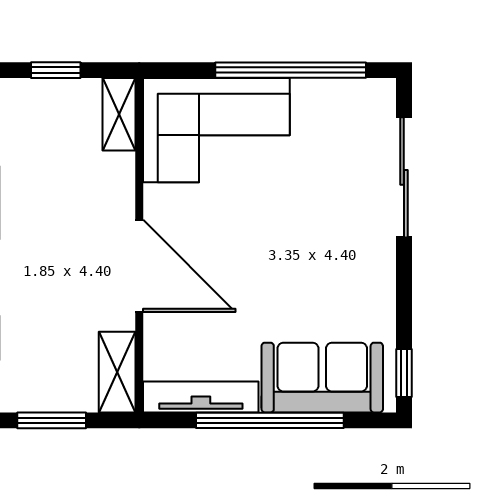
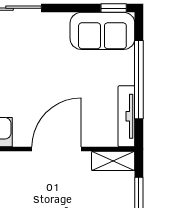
sofa: (322, 378) -> (102, 31), moved, turned -90

